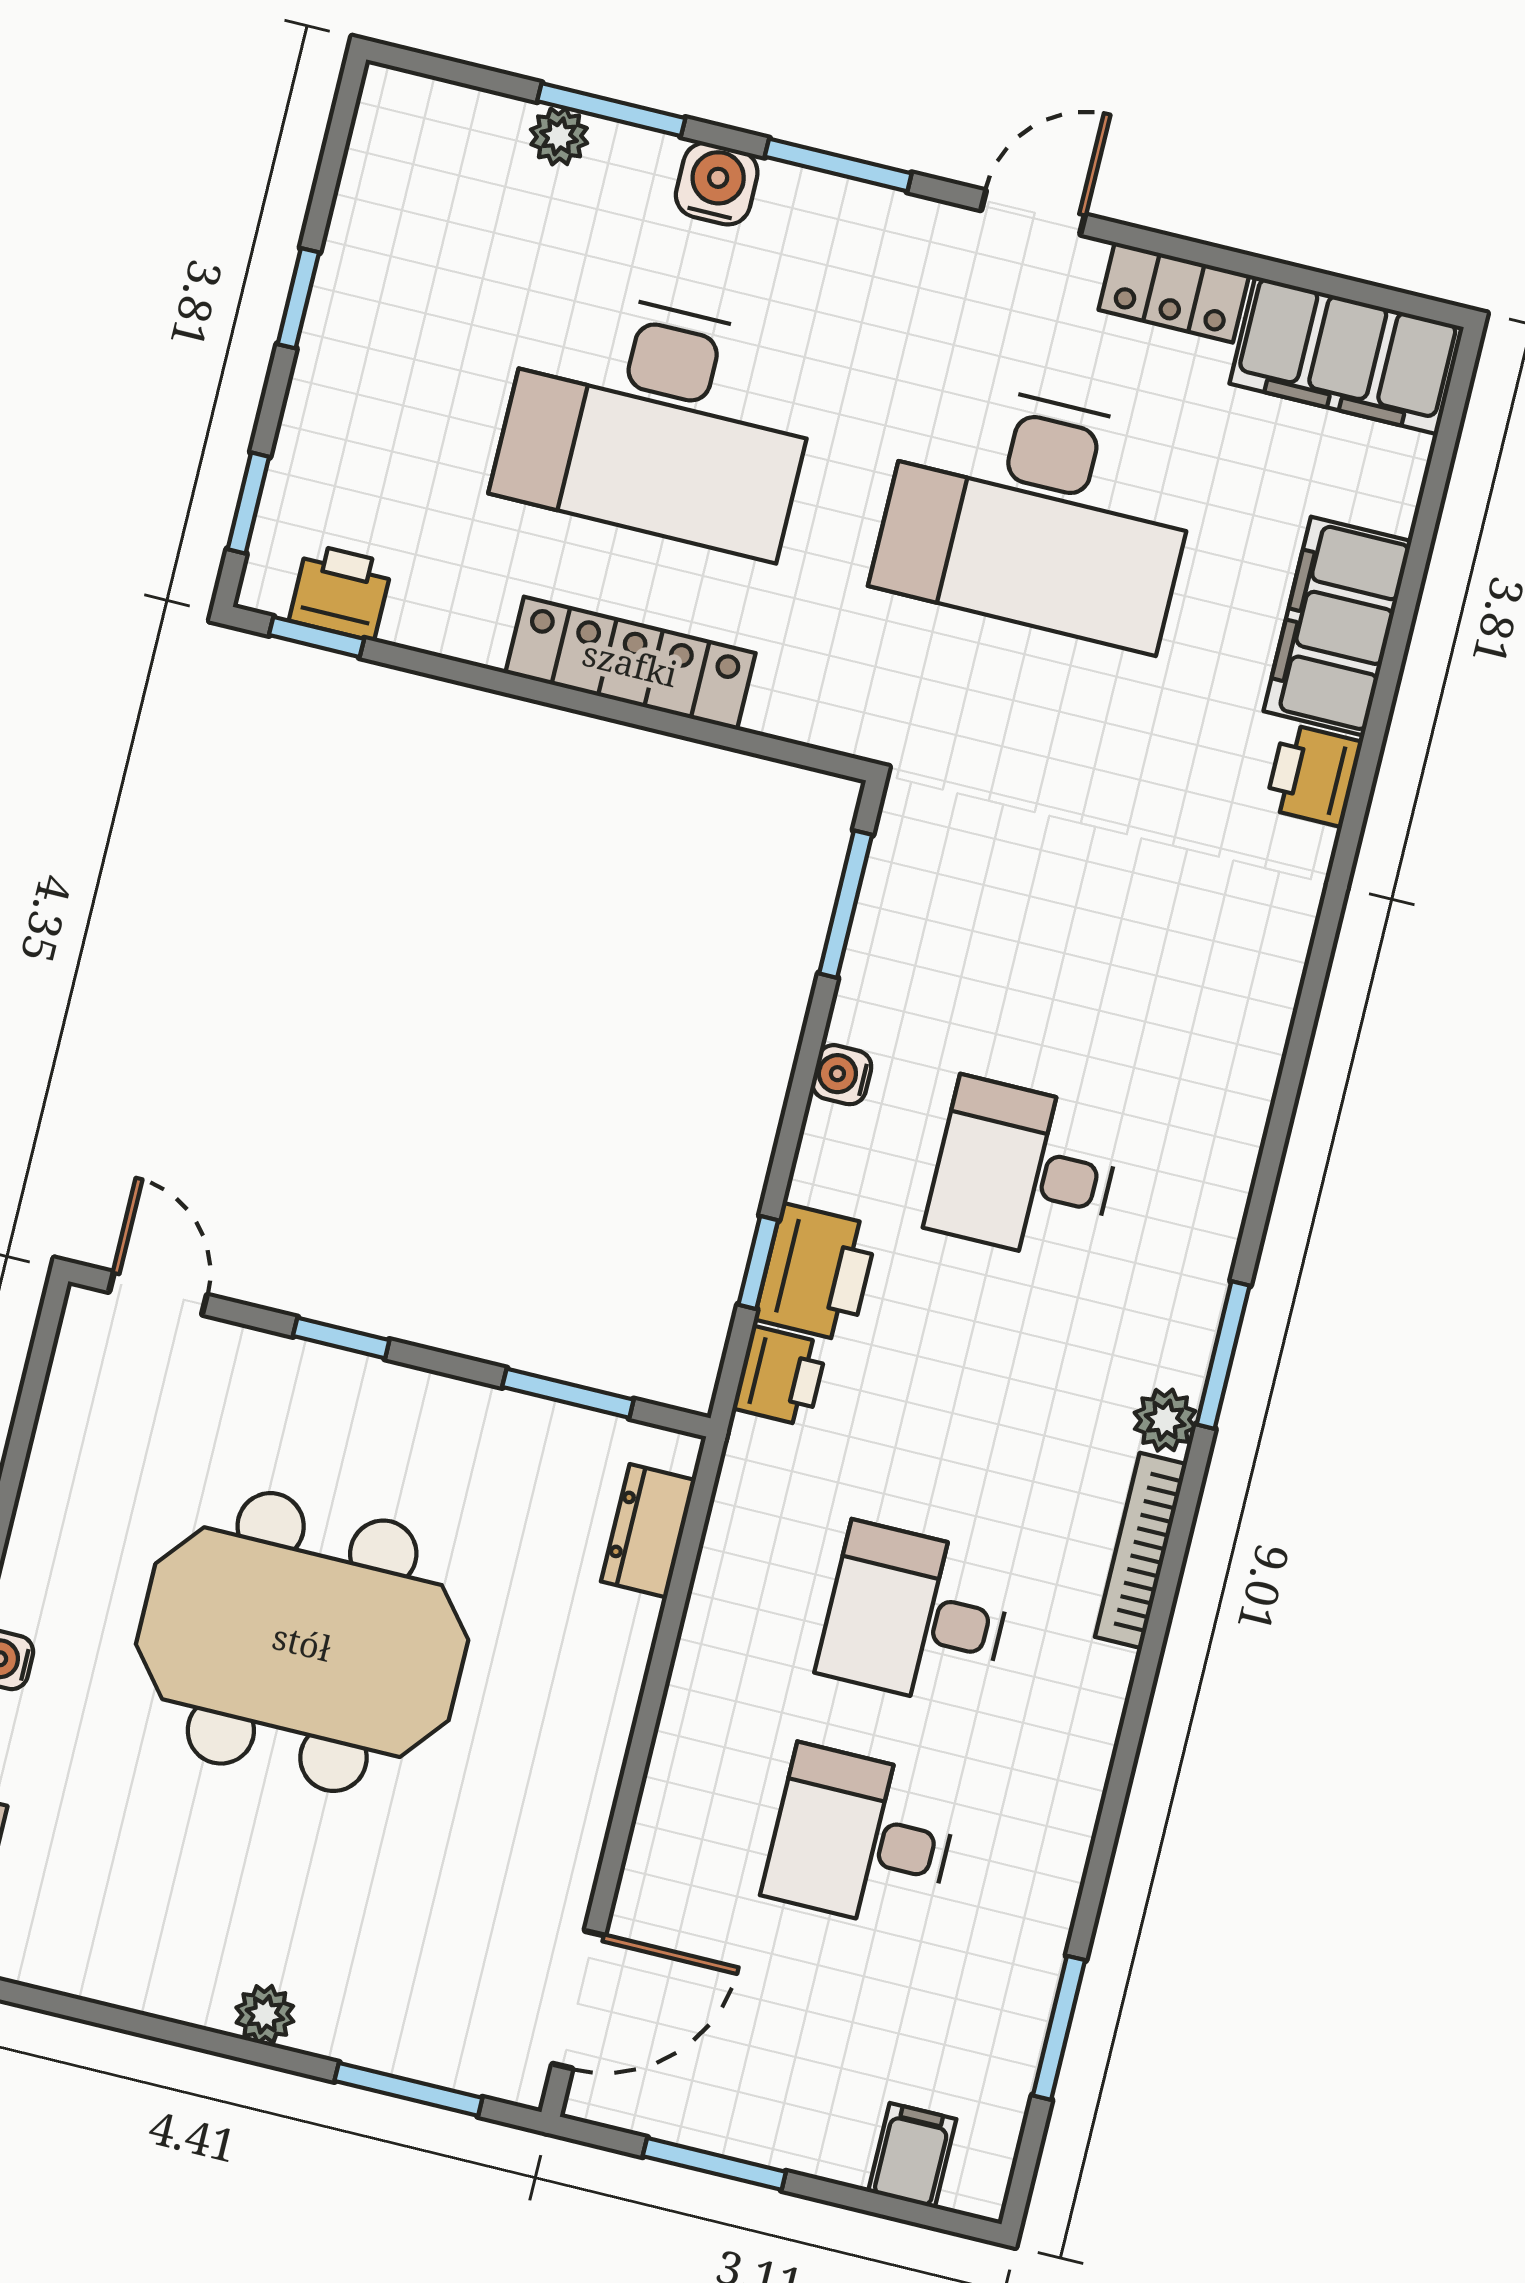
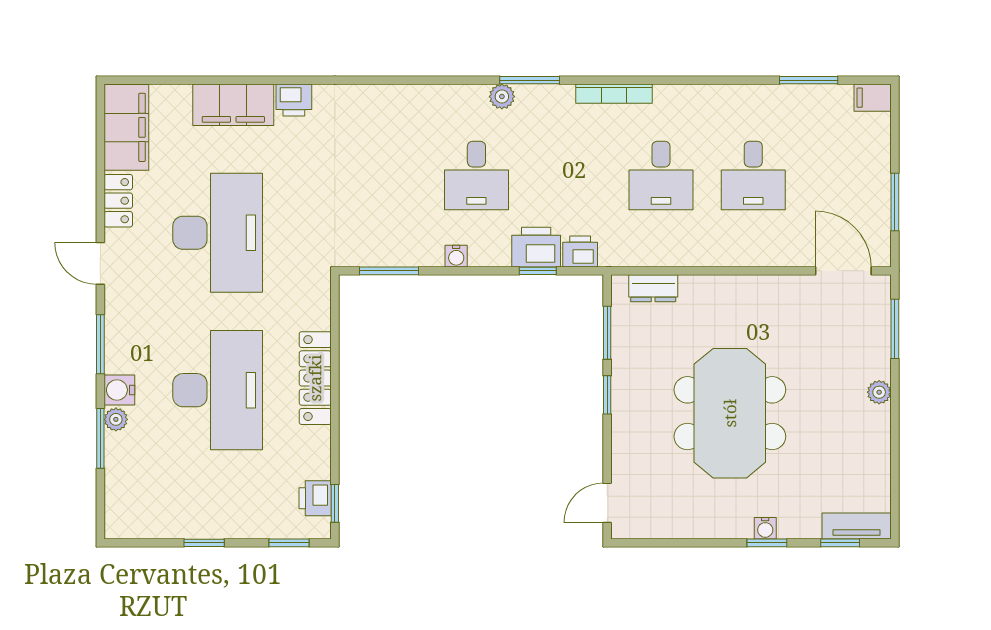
plant: (559, 136) -> (116, 419), moved
window: (341, 1338) -> (607, 395), moved
plant: (1165, 1420) -> (502, 97), moved
filing cabinet: (912, 2155) -> (873, 98), moved

